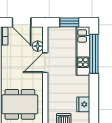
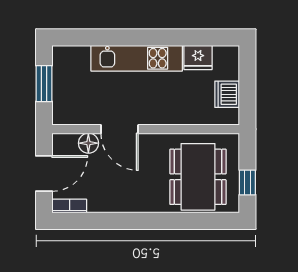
kitchen unit: (83, 51) -> (137, 58), moved
window: (94, 54) -> (103, 37), removed

